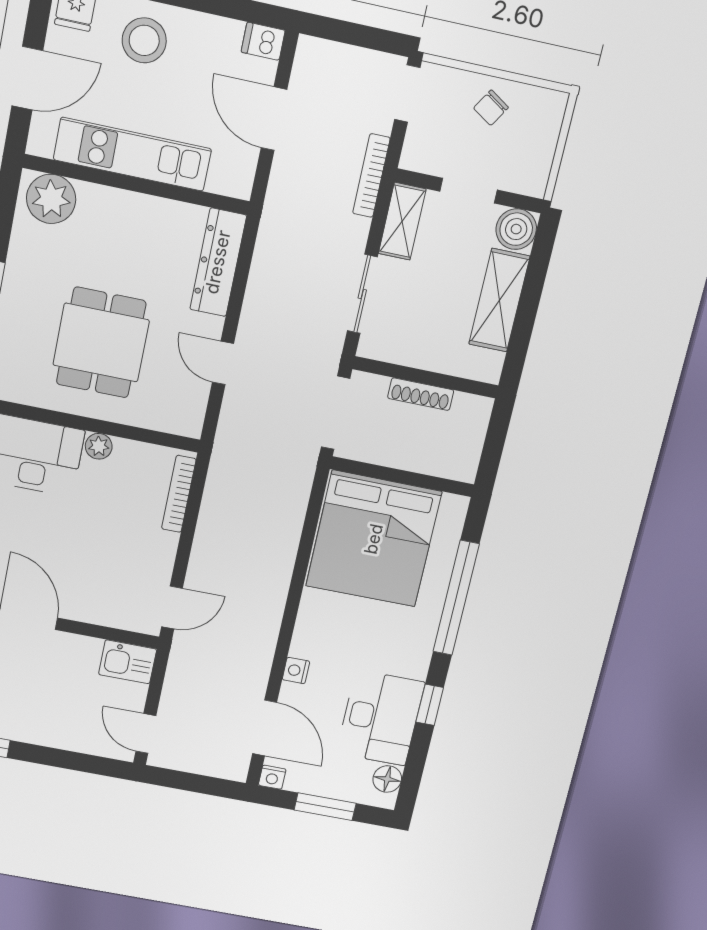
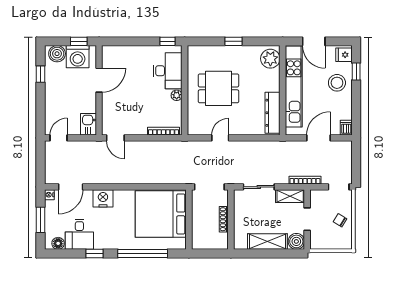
kitchen unit: (132, 154) -> (294, 87), width x1.36
dresser: (218, 262) -> (273, 113), moved, turned -90
nightstand: (296, 670) -> (103, 198), width x1.89, depth x1.79
desk: (380, 718) -> (79, 234), width x0.73

